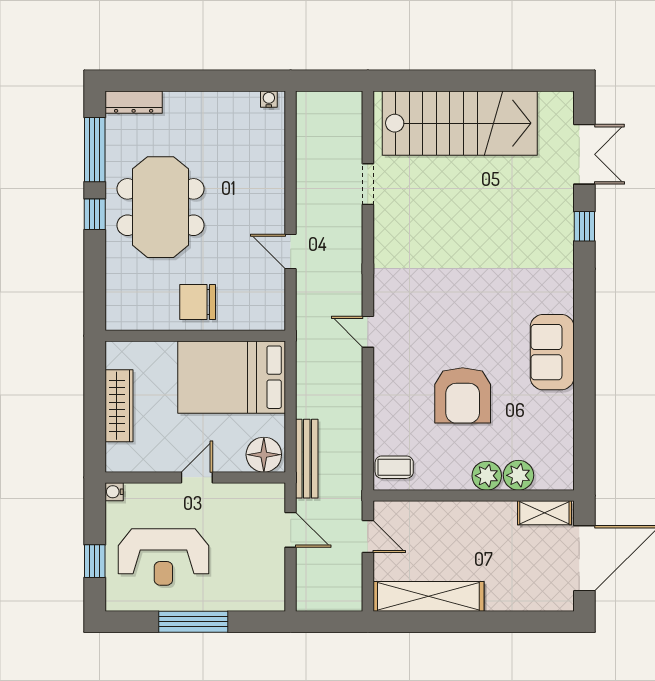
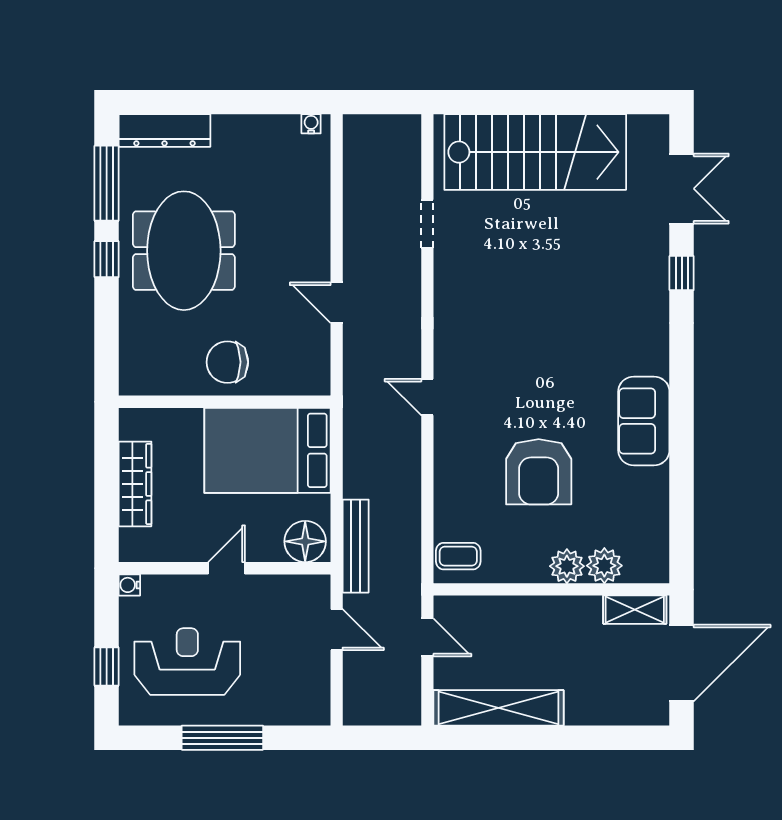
dresser: (134, 102) -> (164, 131), width x1.37, depth x1.24
reception desk: (163, 557) -> (187, 662), turned 180

